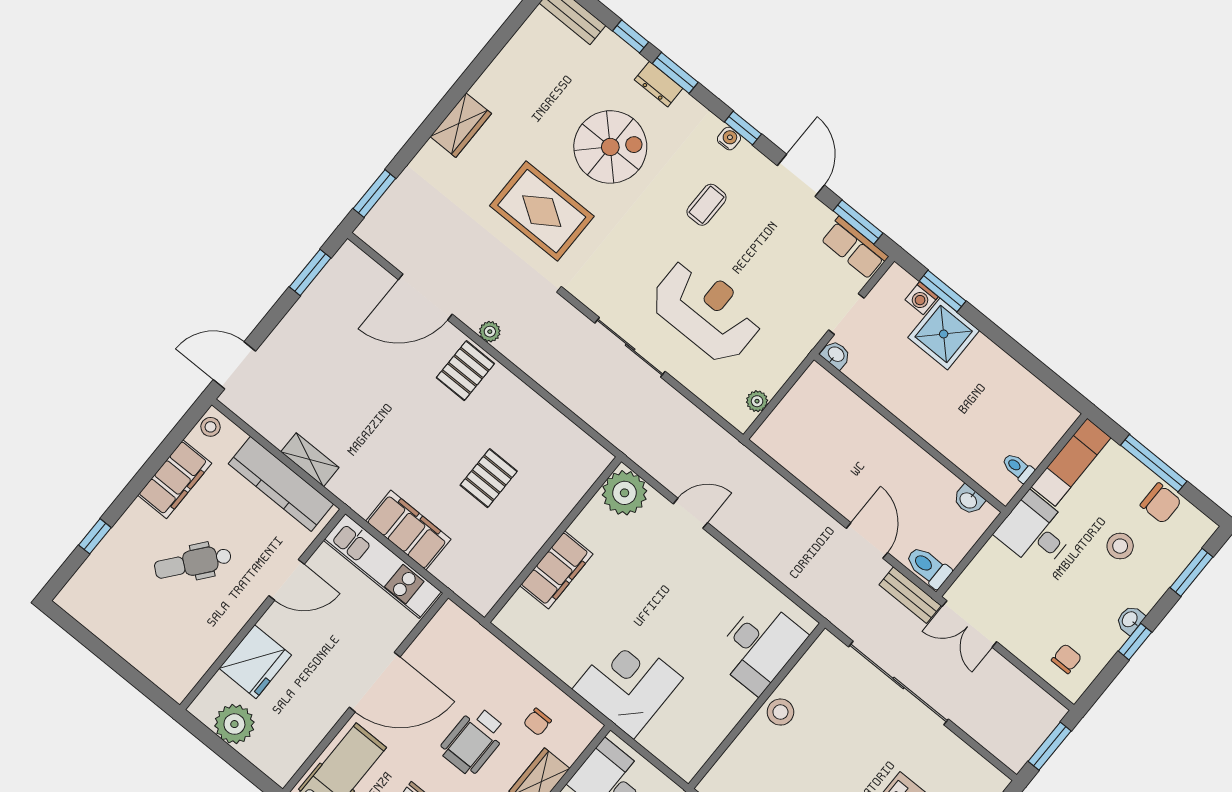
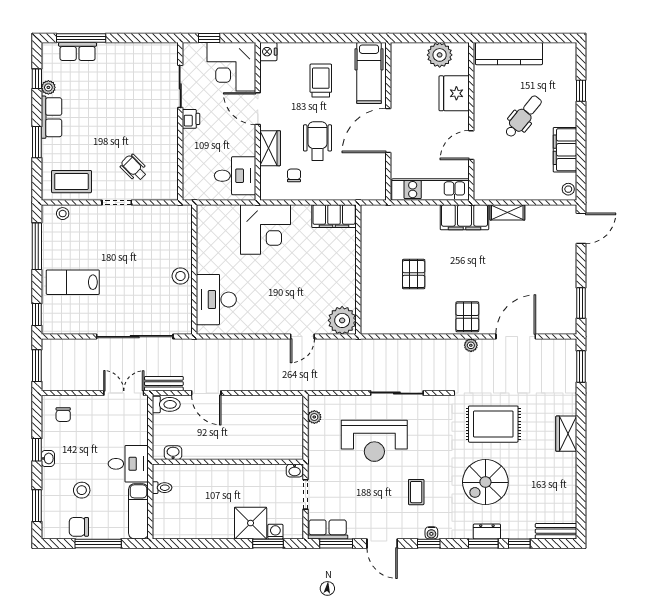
kitchen counter: (281, 484) -> (509, 54), moved, turned 180
filing cabinet: (408, 530) -> (464, 217), moved
filing cabinet: (556, 570) -> (334, 216), moved, turned -90

